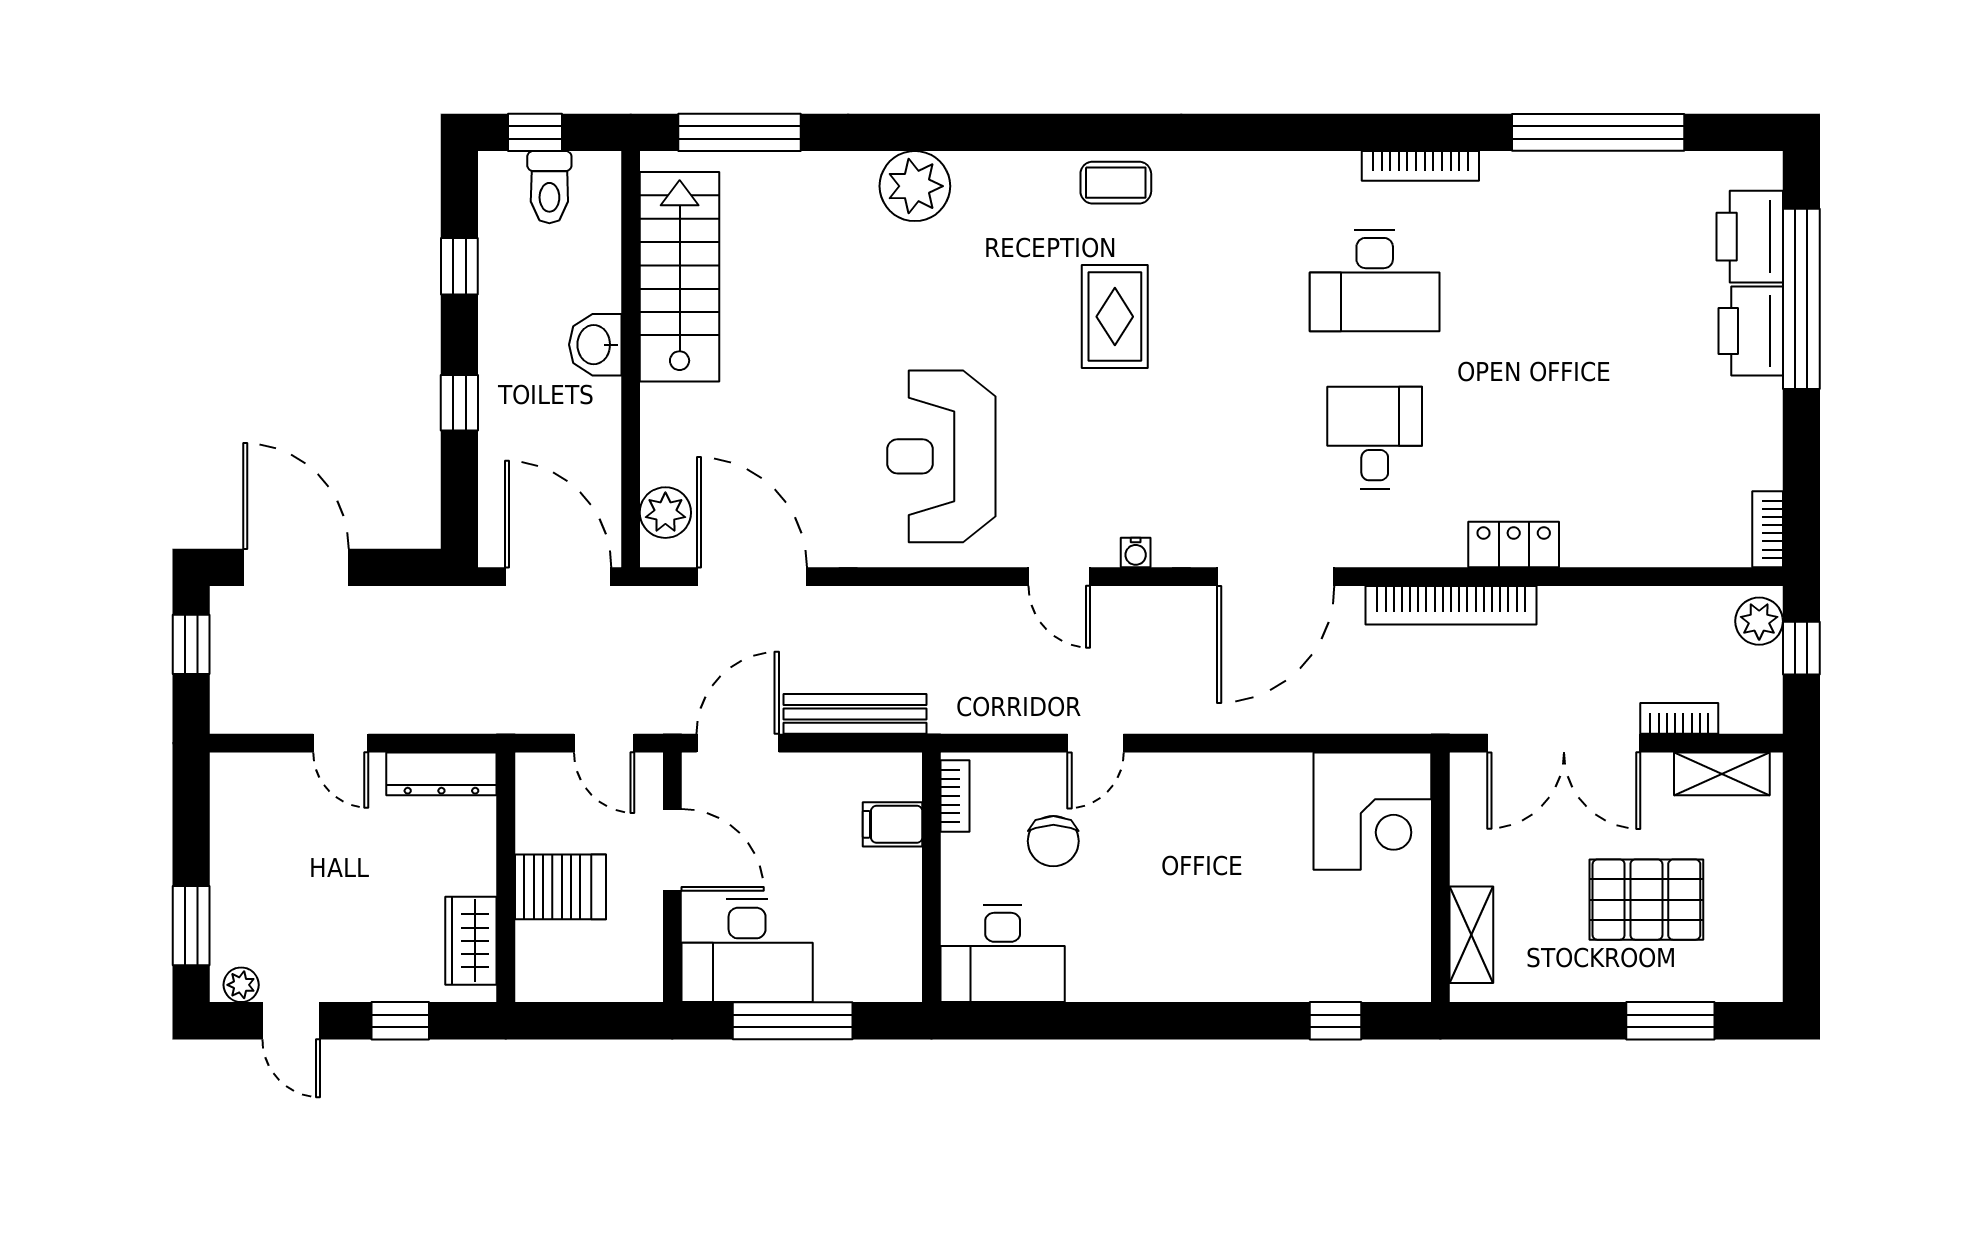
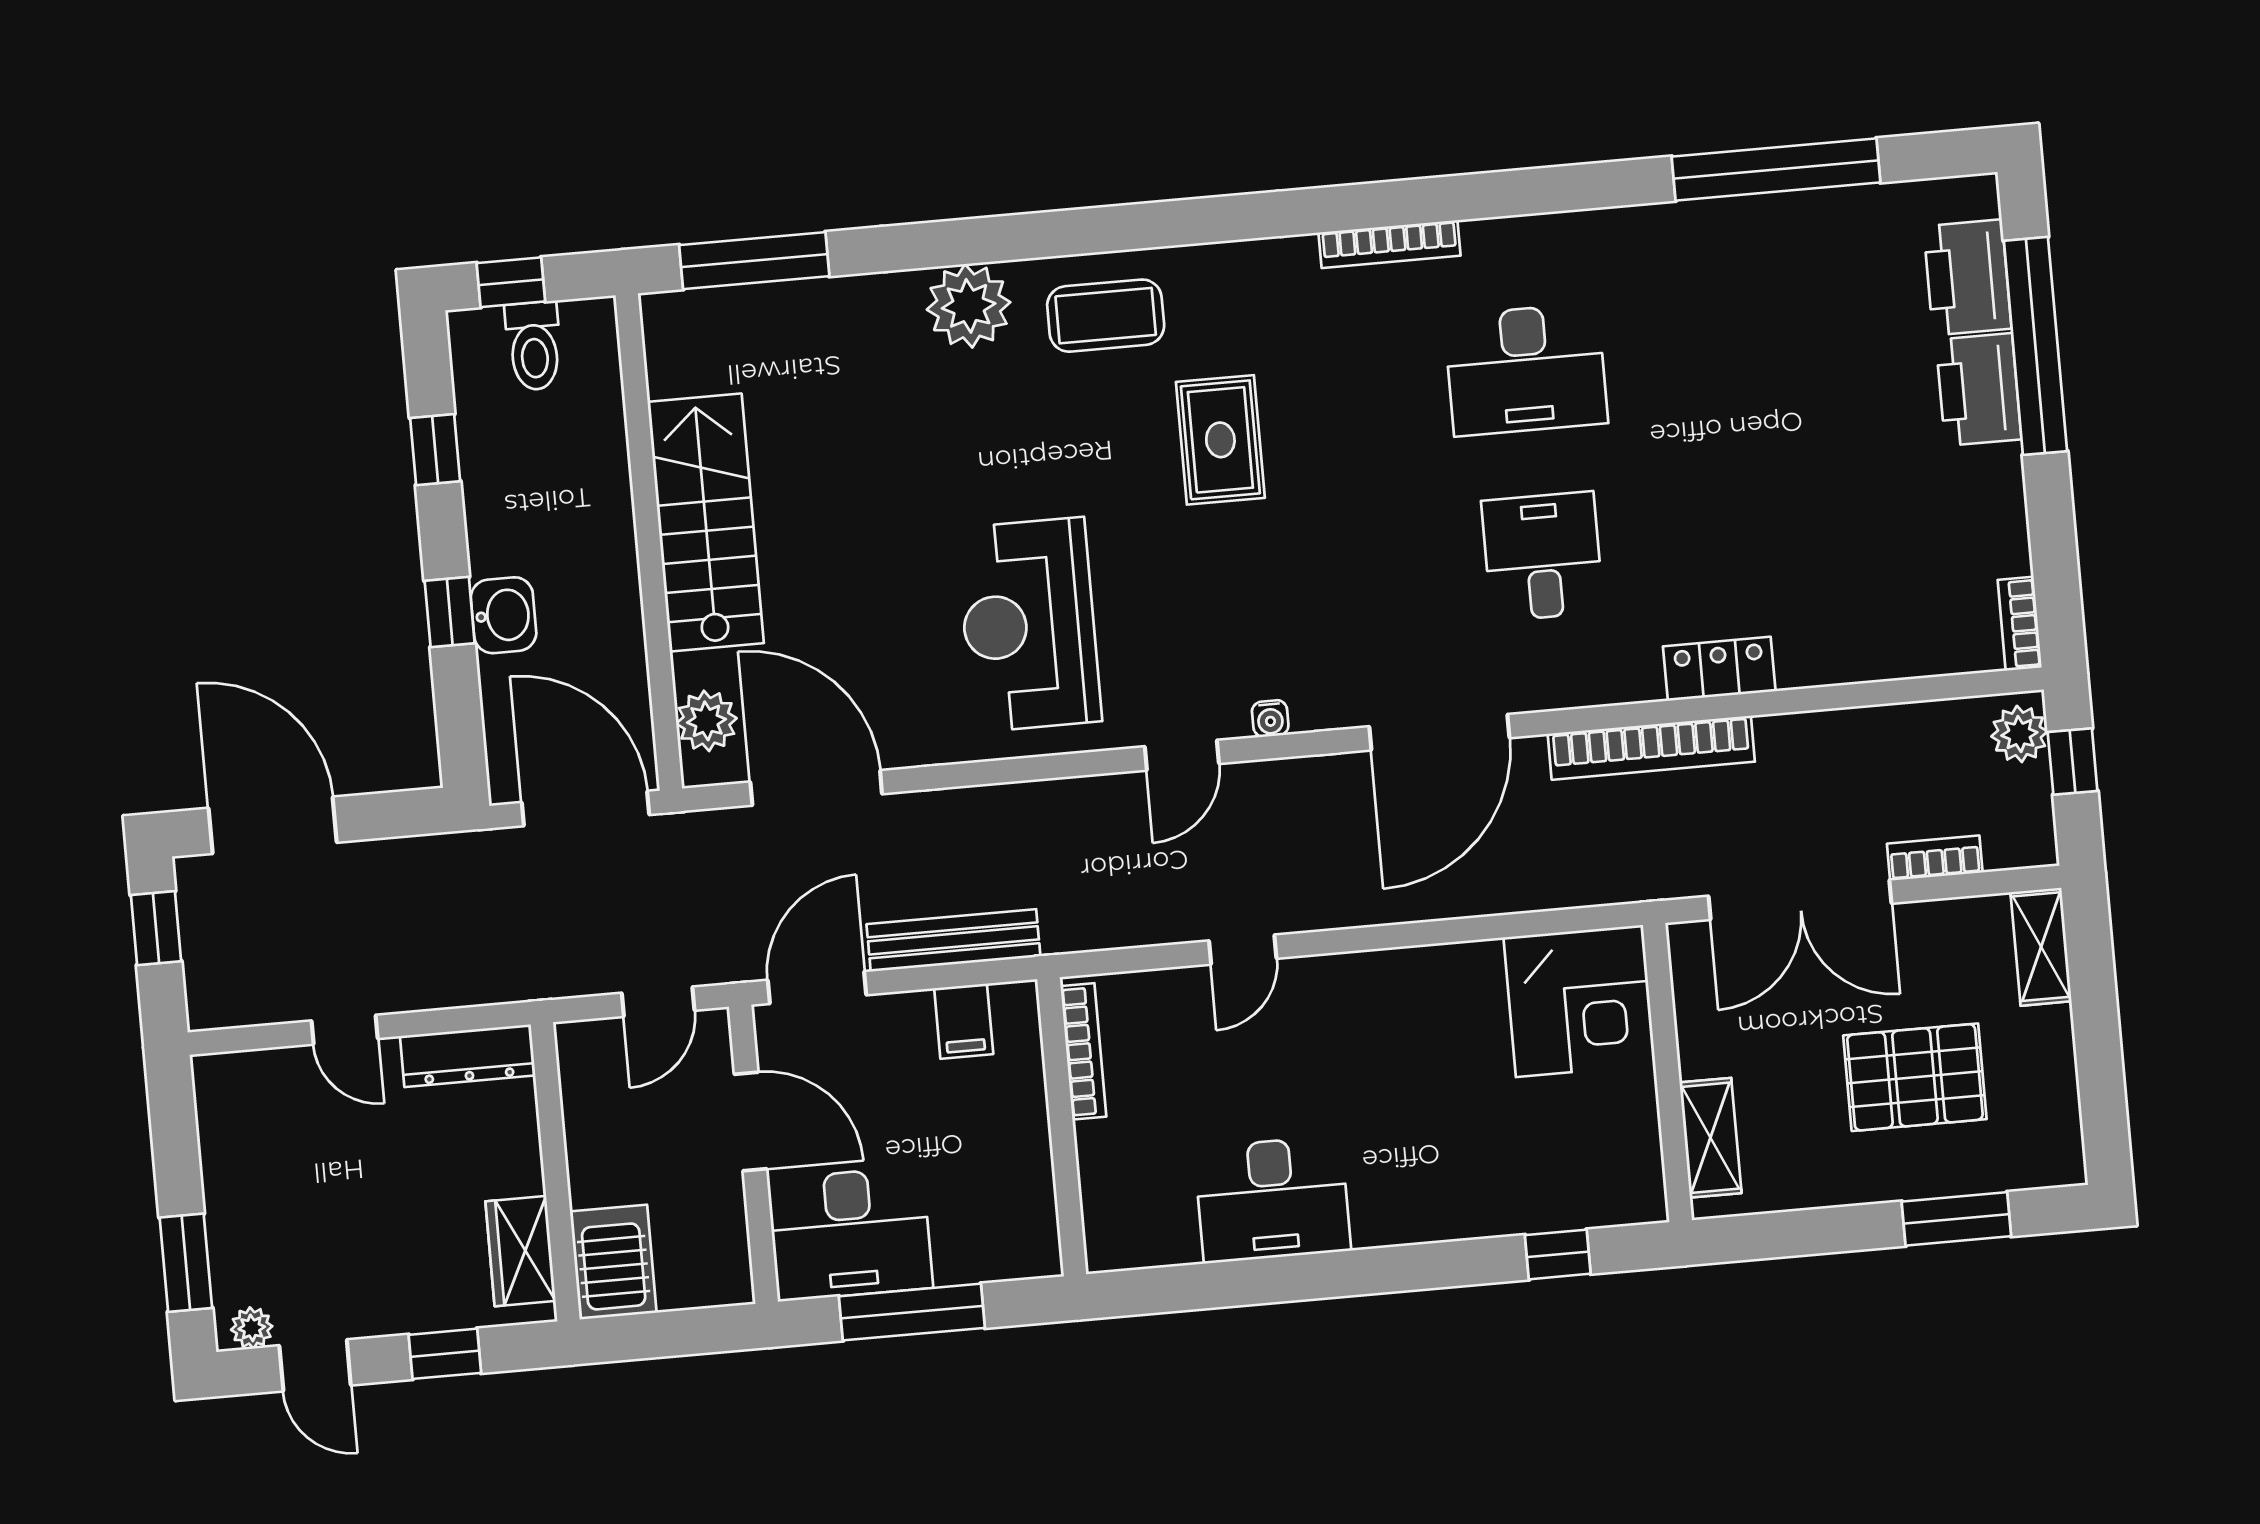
bookcase: (1420, 166) -> (1389, 244), moved
coffee table: (1116, 183) -> (1106, 316), moved, width x1.36, depth x1.30
stairs: (680, 277) -> (706, 522), moved
washbasin: (595, 345) -> (504, 615), moved, turned 180
door: (1059, 577) -> (1182, 755), hinge flipped
door: (604, 743) -> (658, 1002), hinge flipped
shelving: (1722, 774) -> (2041, 947), moved, turned 90
bookcase: (955, 796) -> (1083, 1051), width x1.56
filing cabinet: (893, 824) -> (964, 1021), moved, turned -90
chair: (1053, 841) -> (1203, 1071), removed
server rack: (560, 887) -> (613, 1262), moved, turned -90
desk: (1003, 954) -> (1272, 1199), moved

